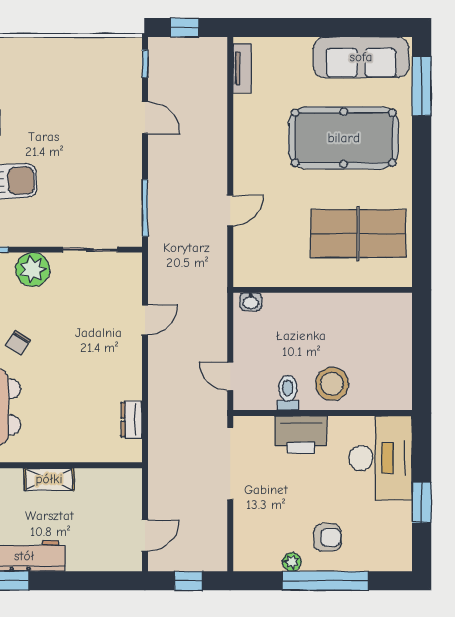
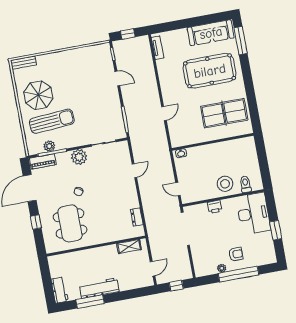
toilet: (288, 393) -> (245, 184), moved
printer: (301, 435) -> (215, 207), width x0.53, depth x0.68
shelving: (49, 479) -> (129, 247), moved

